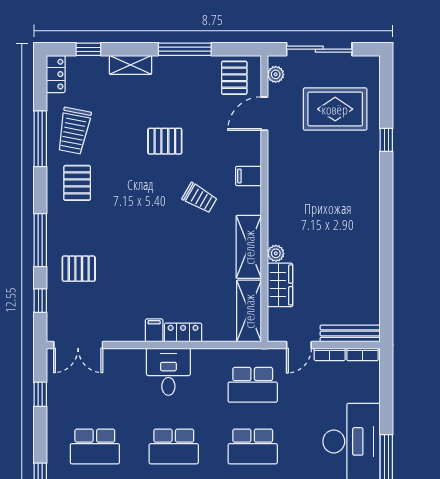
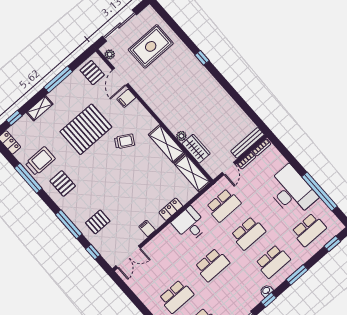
trolley: (74, 131) -> (40, 161), turned -101
window: (386, 140) -> (202, 58), moved
pallet: (165, 141) -> (86, 129), width x2.05, depth x2.00
filing cabinet: (248, 176) -> (126, 98), moved
filing cabinet: (154, 330) -> (147, 228), moved
desk: (168, 372) -> (190, 224), moved
window: (40, 394) -> (130, 295), removed

